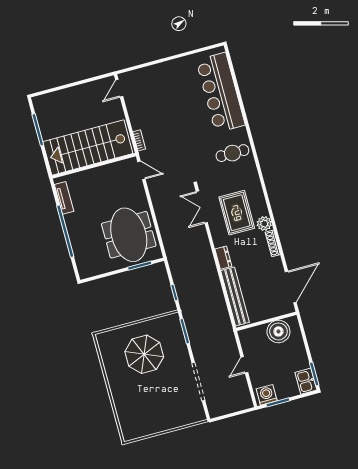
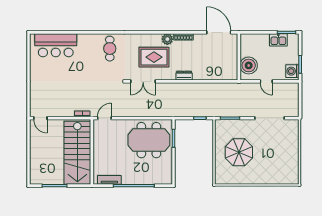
bar counter: (221, 93) -> (56, 45), width x0.73
bench: (235, 296) -> (215, 75), removed
boiler: (278, 331) -> (249, 65), moved
kitchen sink: (306, 381) -> (278, 40), moved

